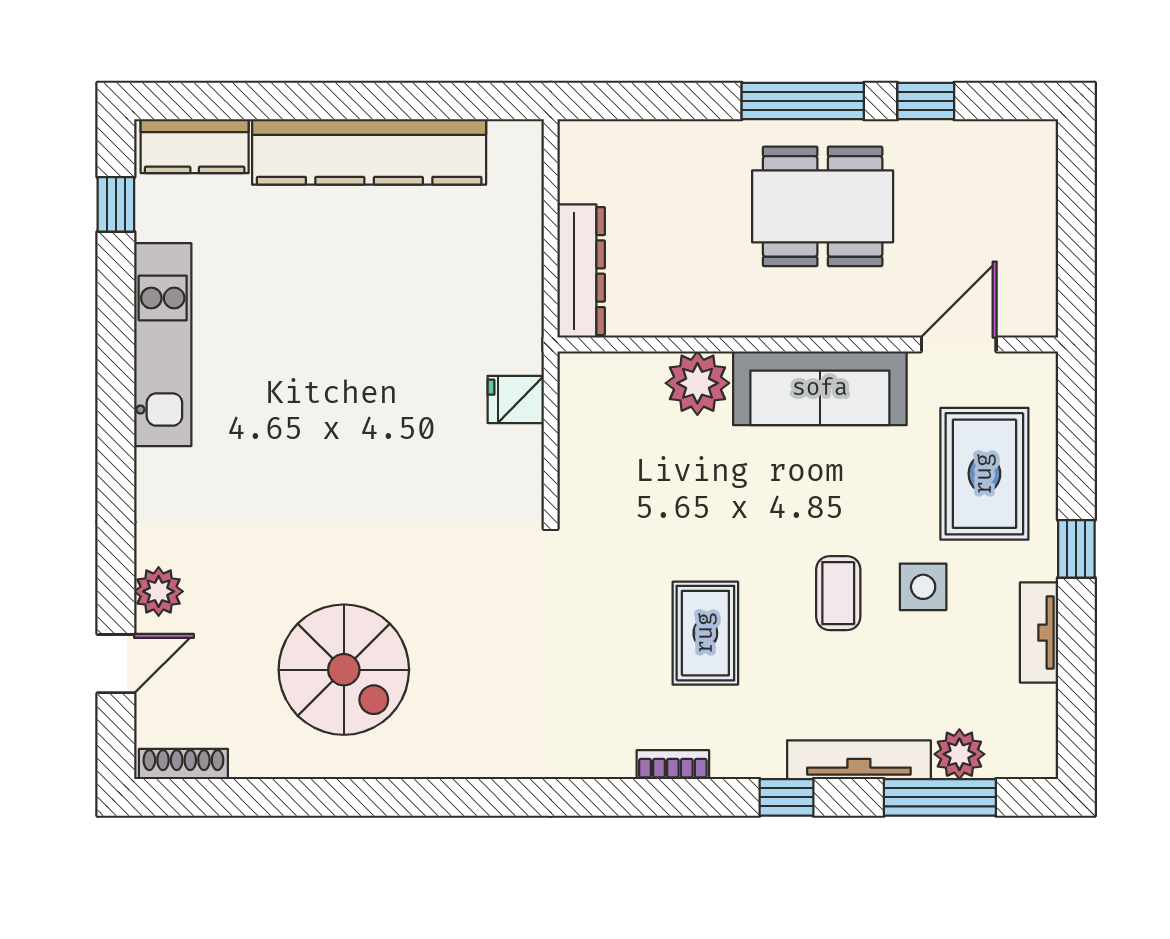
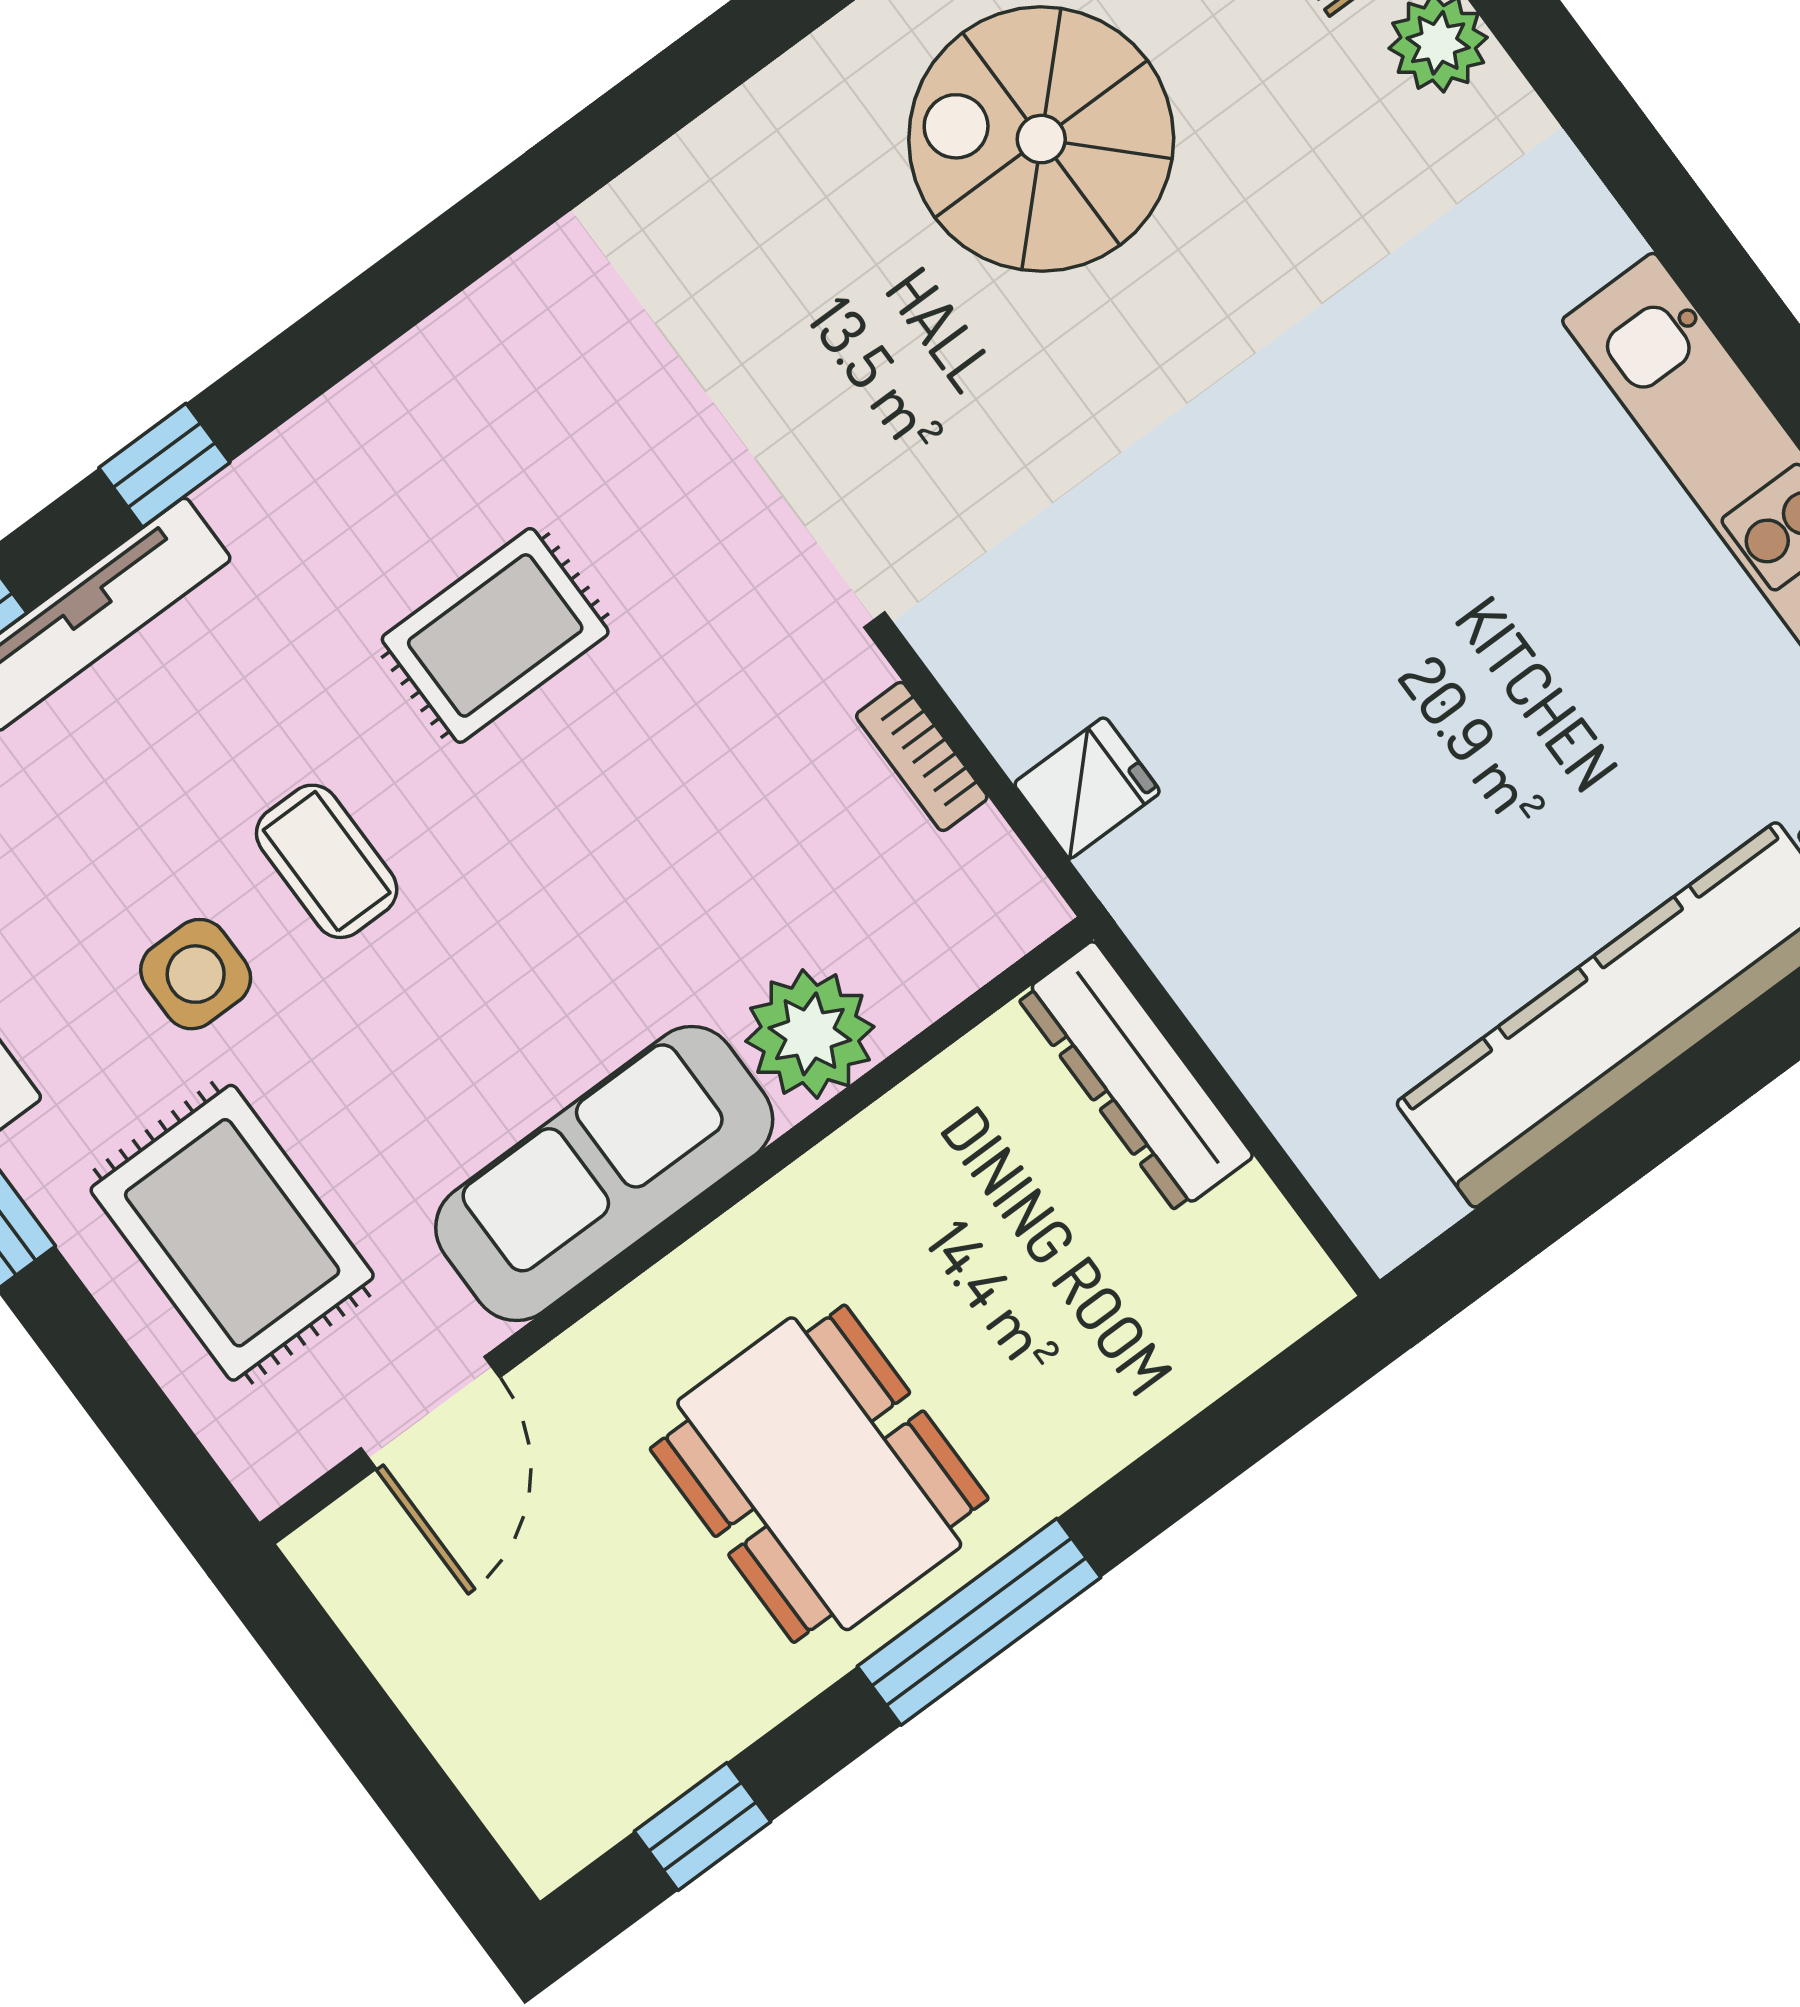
window: (926, 101) -> (702, 1826), moved
dining table: (823, 206) -> (819, 1474), turned 90
rug: (705, 633) -> (495, 635), turned 90
bookcase: (673, 765) -> (922, 756), moved, turned 90

